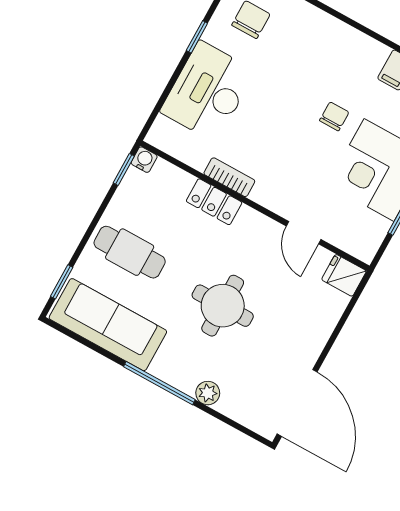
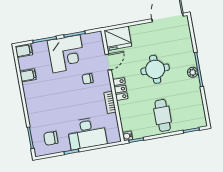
chair: (334, 116) -> (88, 79), moved
locker: (214, 202) -> (120, 89), moved
fridge: (344, 275) -> (118, 38), width x1.88, depth x1.34
sofa: (108, 325) -> (193, 103), removed
plant: (208, 393) -> (193, 72), moved

